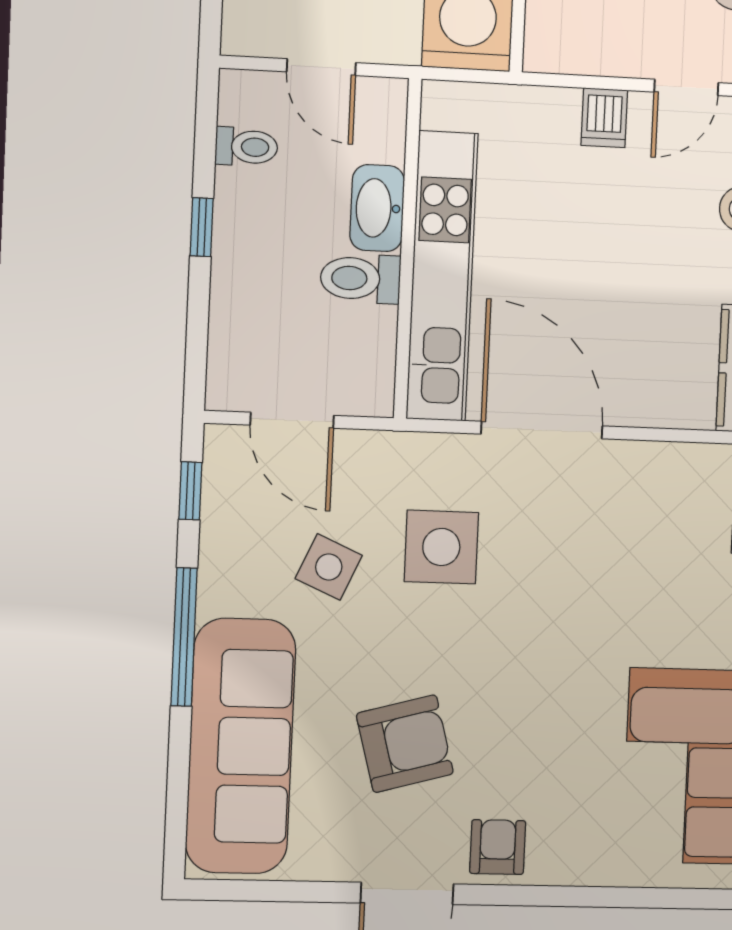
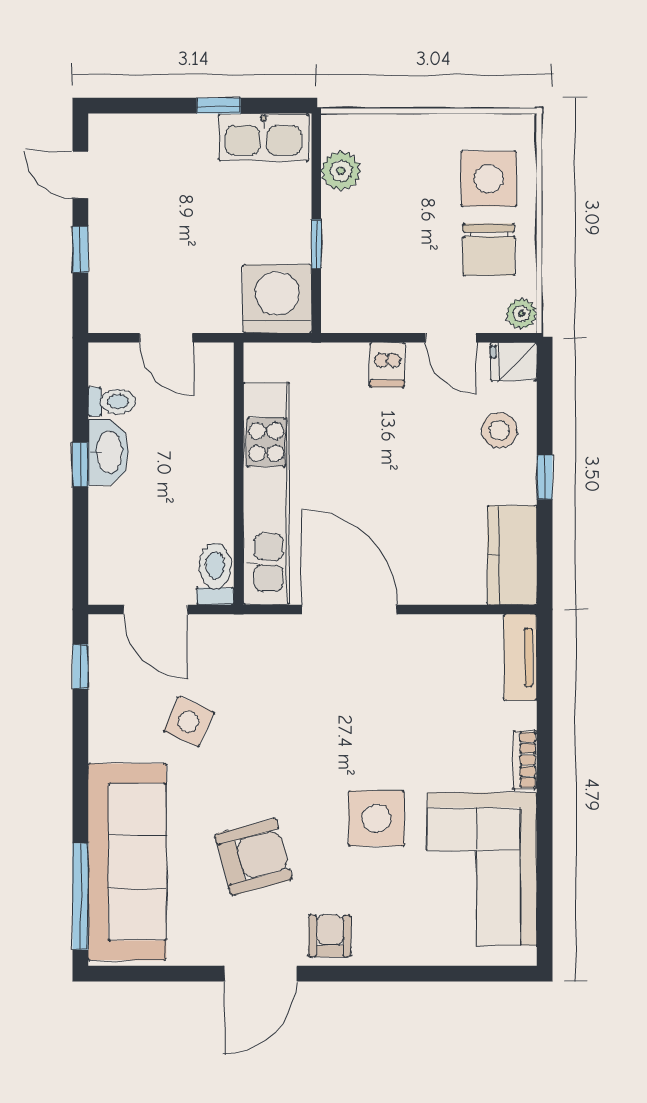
door: (686, 87) -> (451, 338), hinge flipped
washbasin: (377, 208) -> (108, 452), moved, turned 180
toilet: (360, 279) -> (215, 574), moved, turned 90
side table: (441, 547) -> (376, 818), moved
window: (184, 637) -> (80, 897), moved

